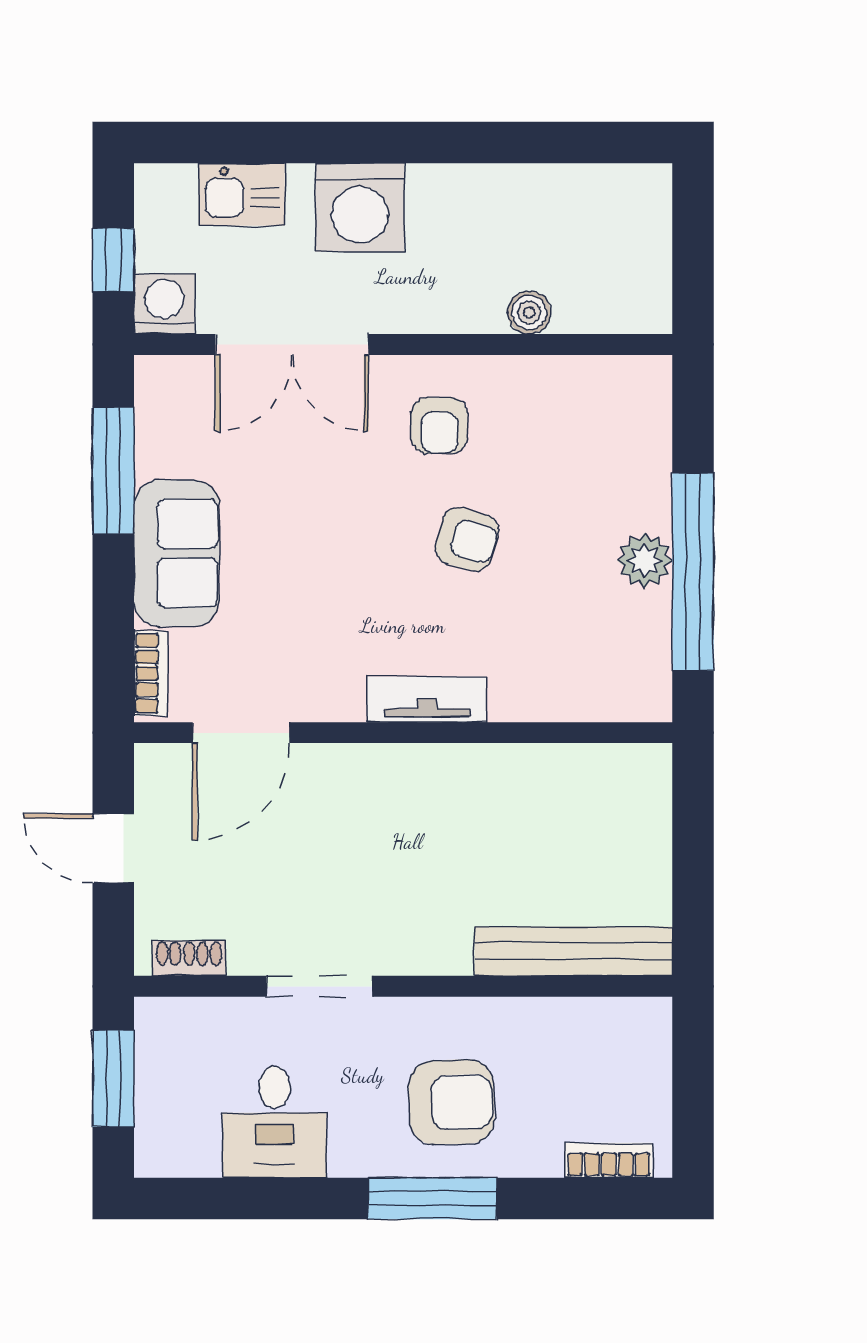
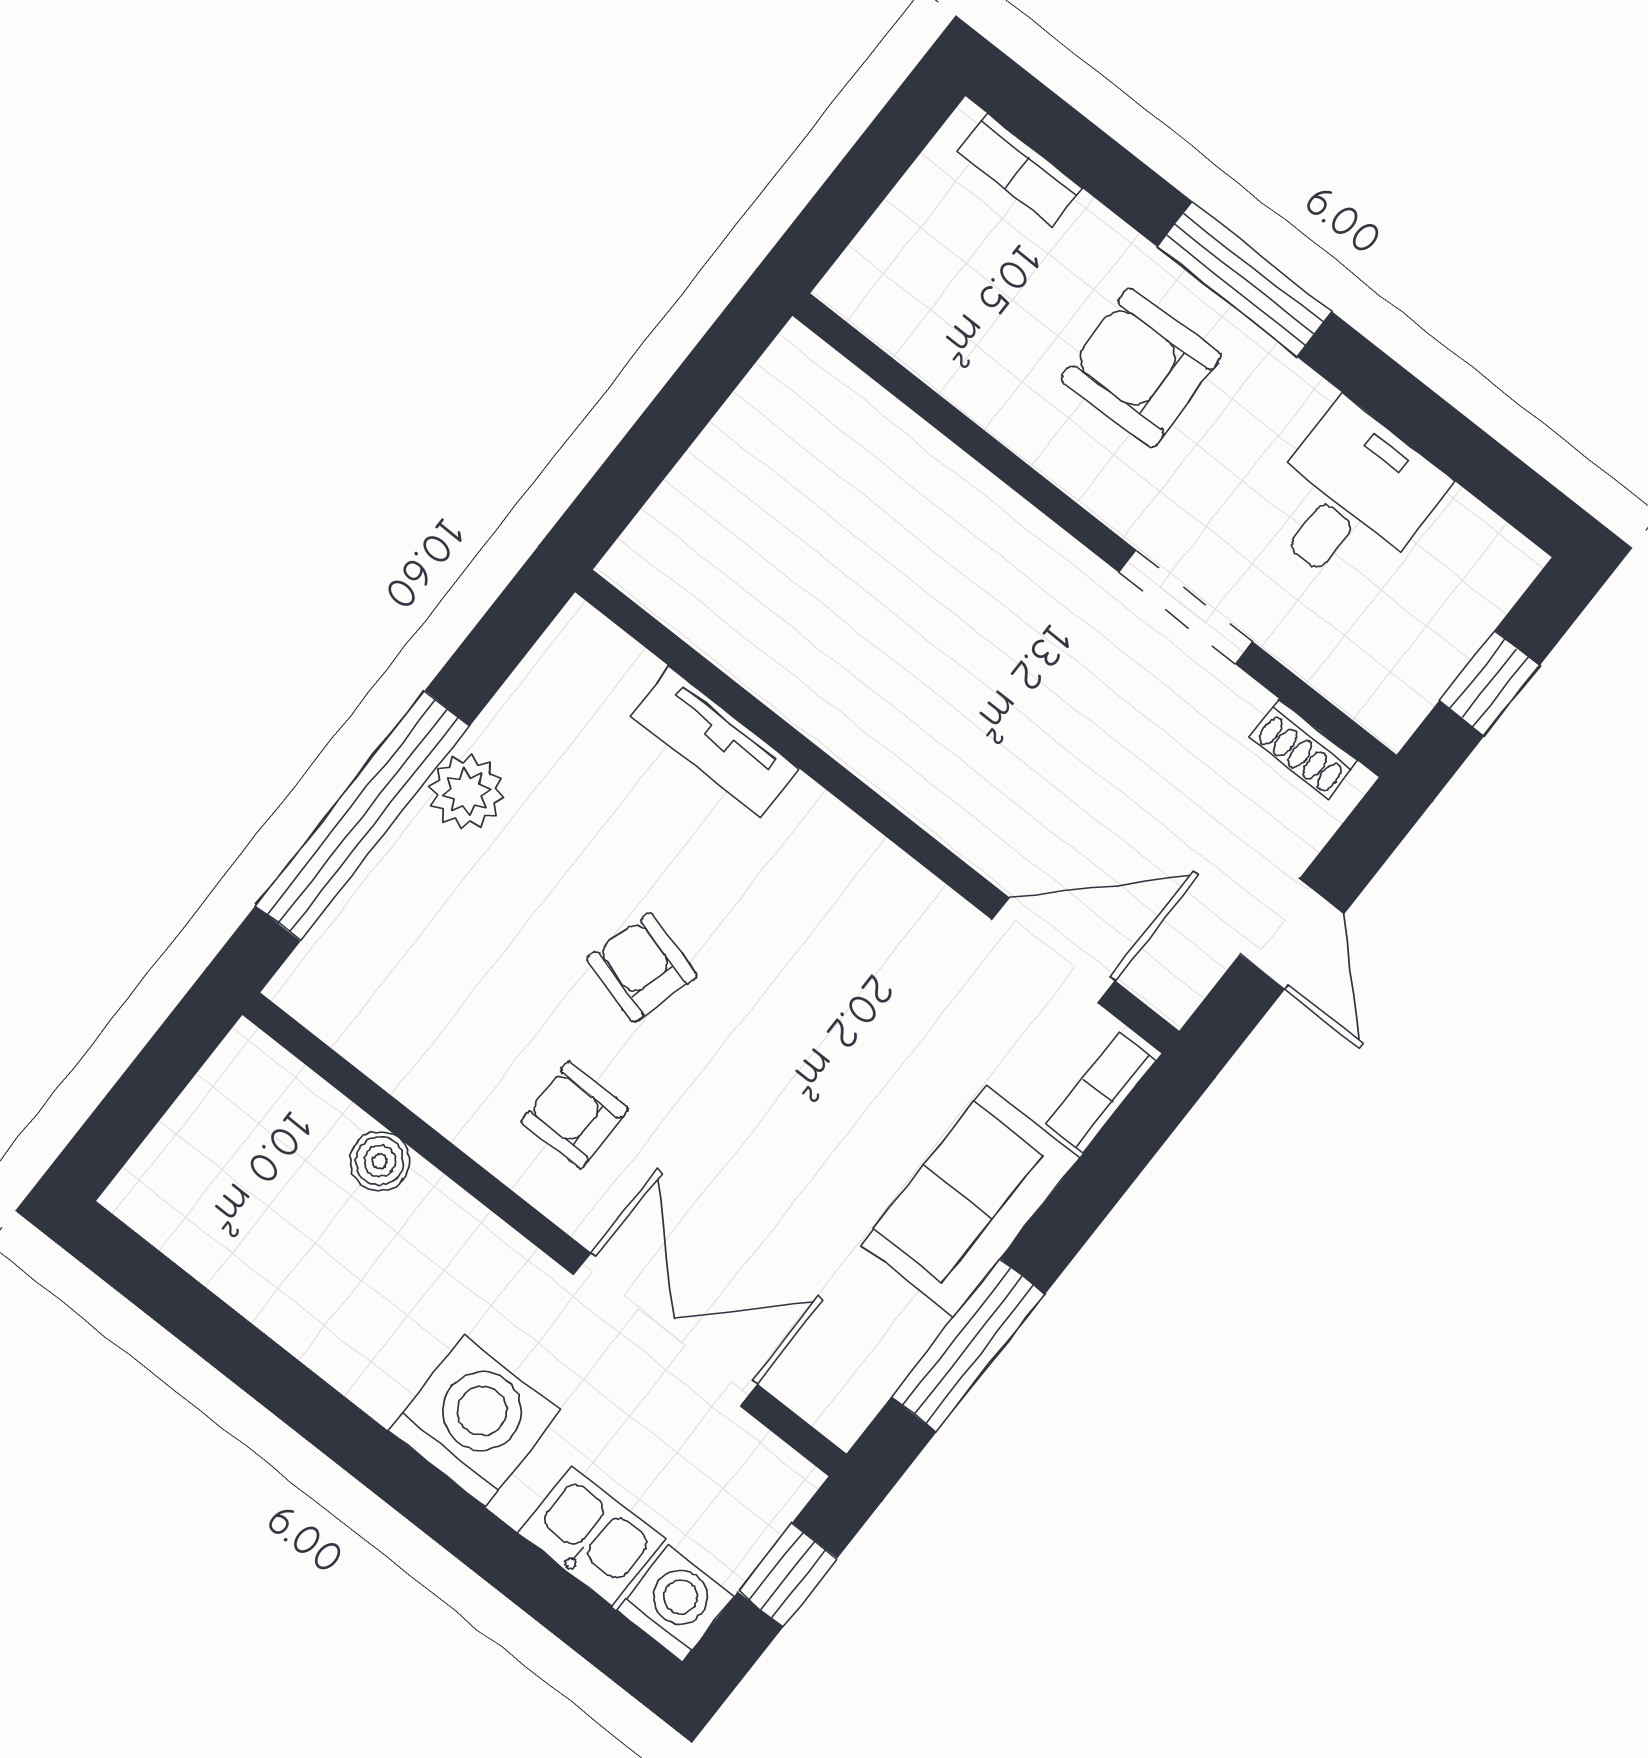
washing machine: (164, 304) -> (675, 1603), moved, turned 180
armchair: (439, 426) -> (575, 1115), turned -90
window: (693, 572) -> (363, 816), moved
tv unit: (427, 700) -> (715, 742), moved
bench: (573, 951) -> (879, 427), removed
window: (113, 1079) -> (1489, 683), width x0.67

